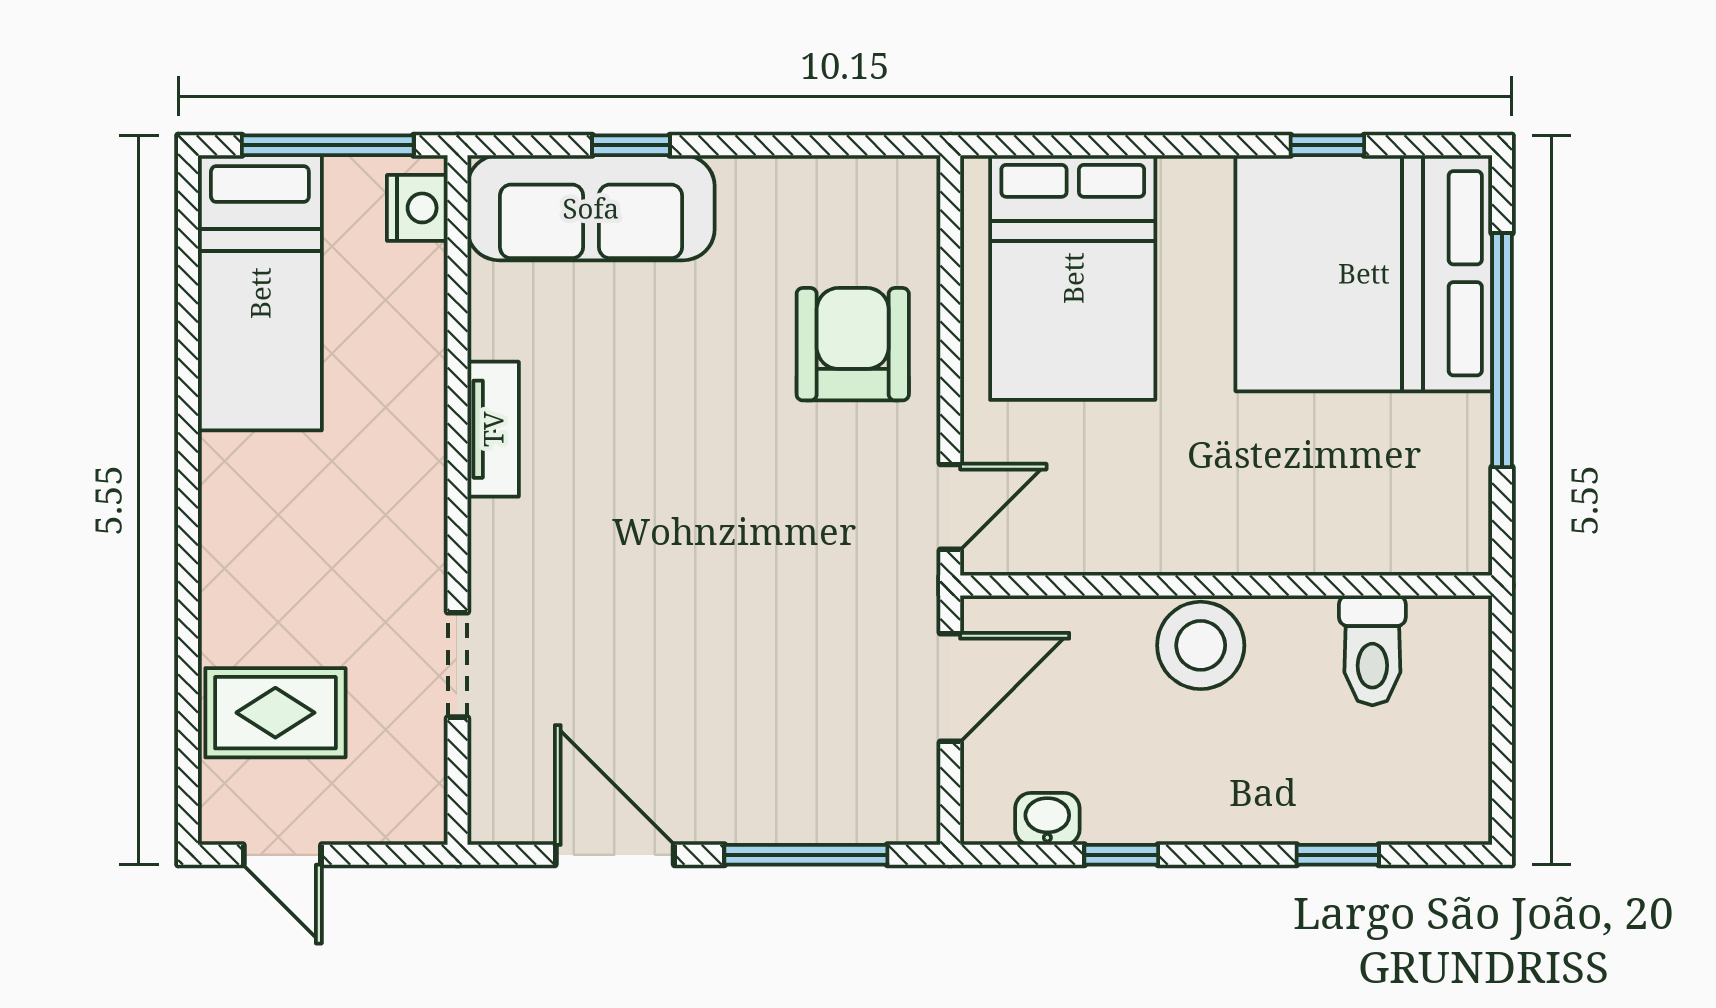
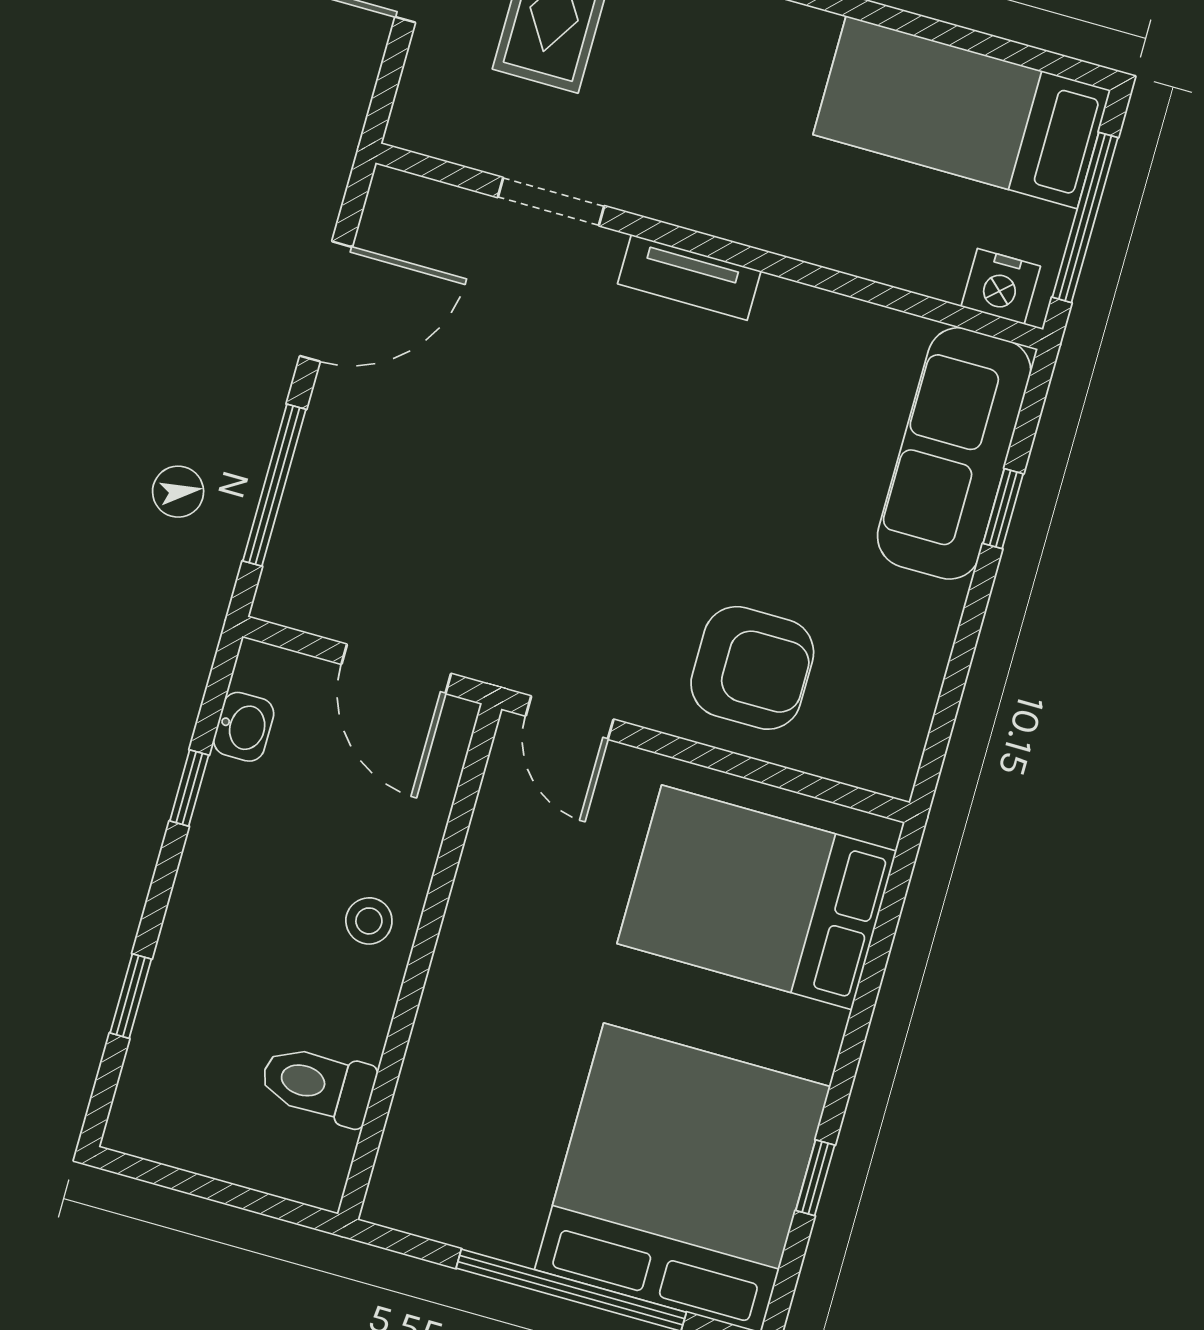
tv unit: (493, 429) -> (689, 277), moved
stool: (1201, 645) -> (369, 921), width x0.53, depth x0.53

